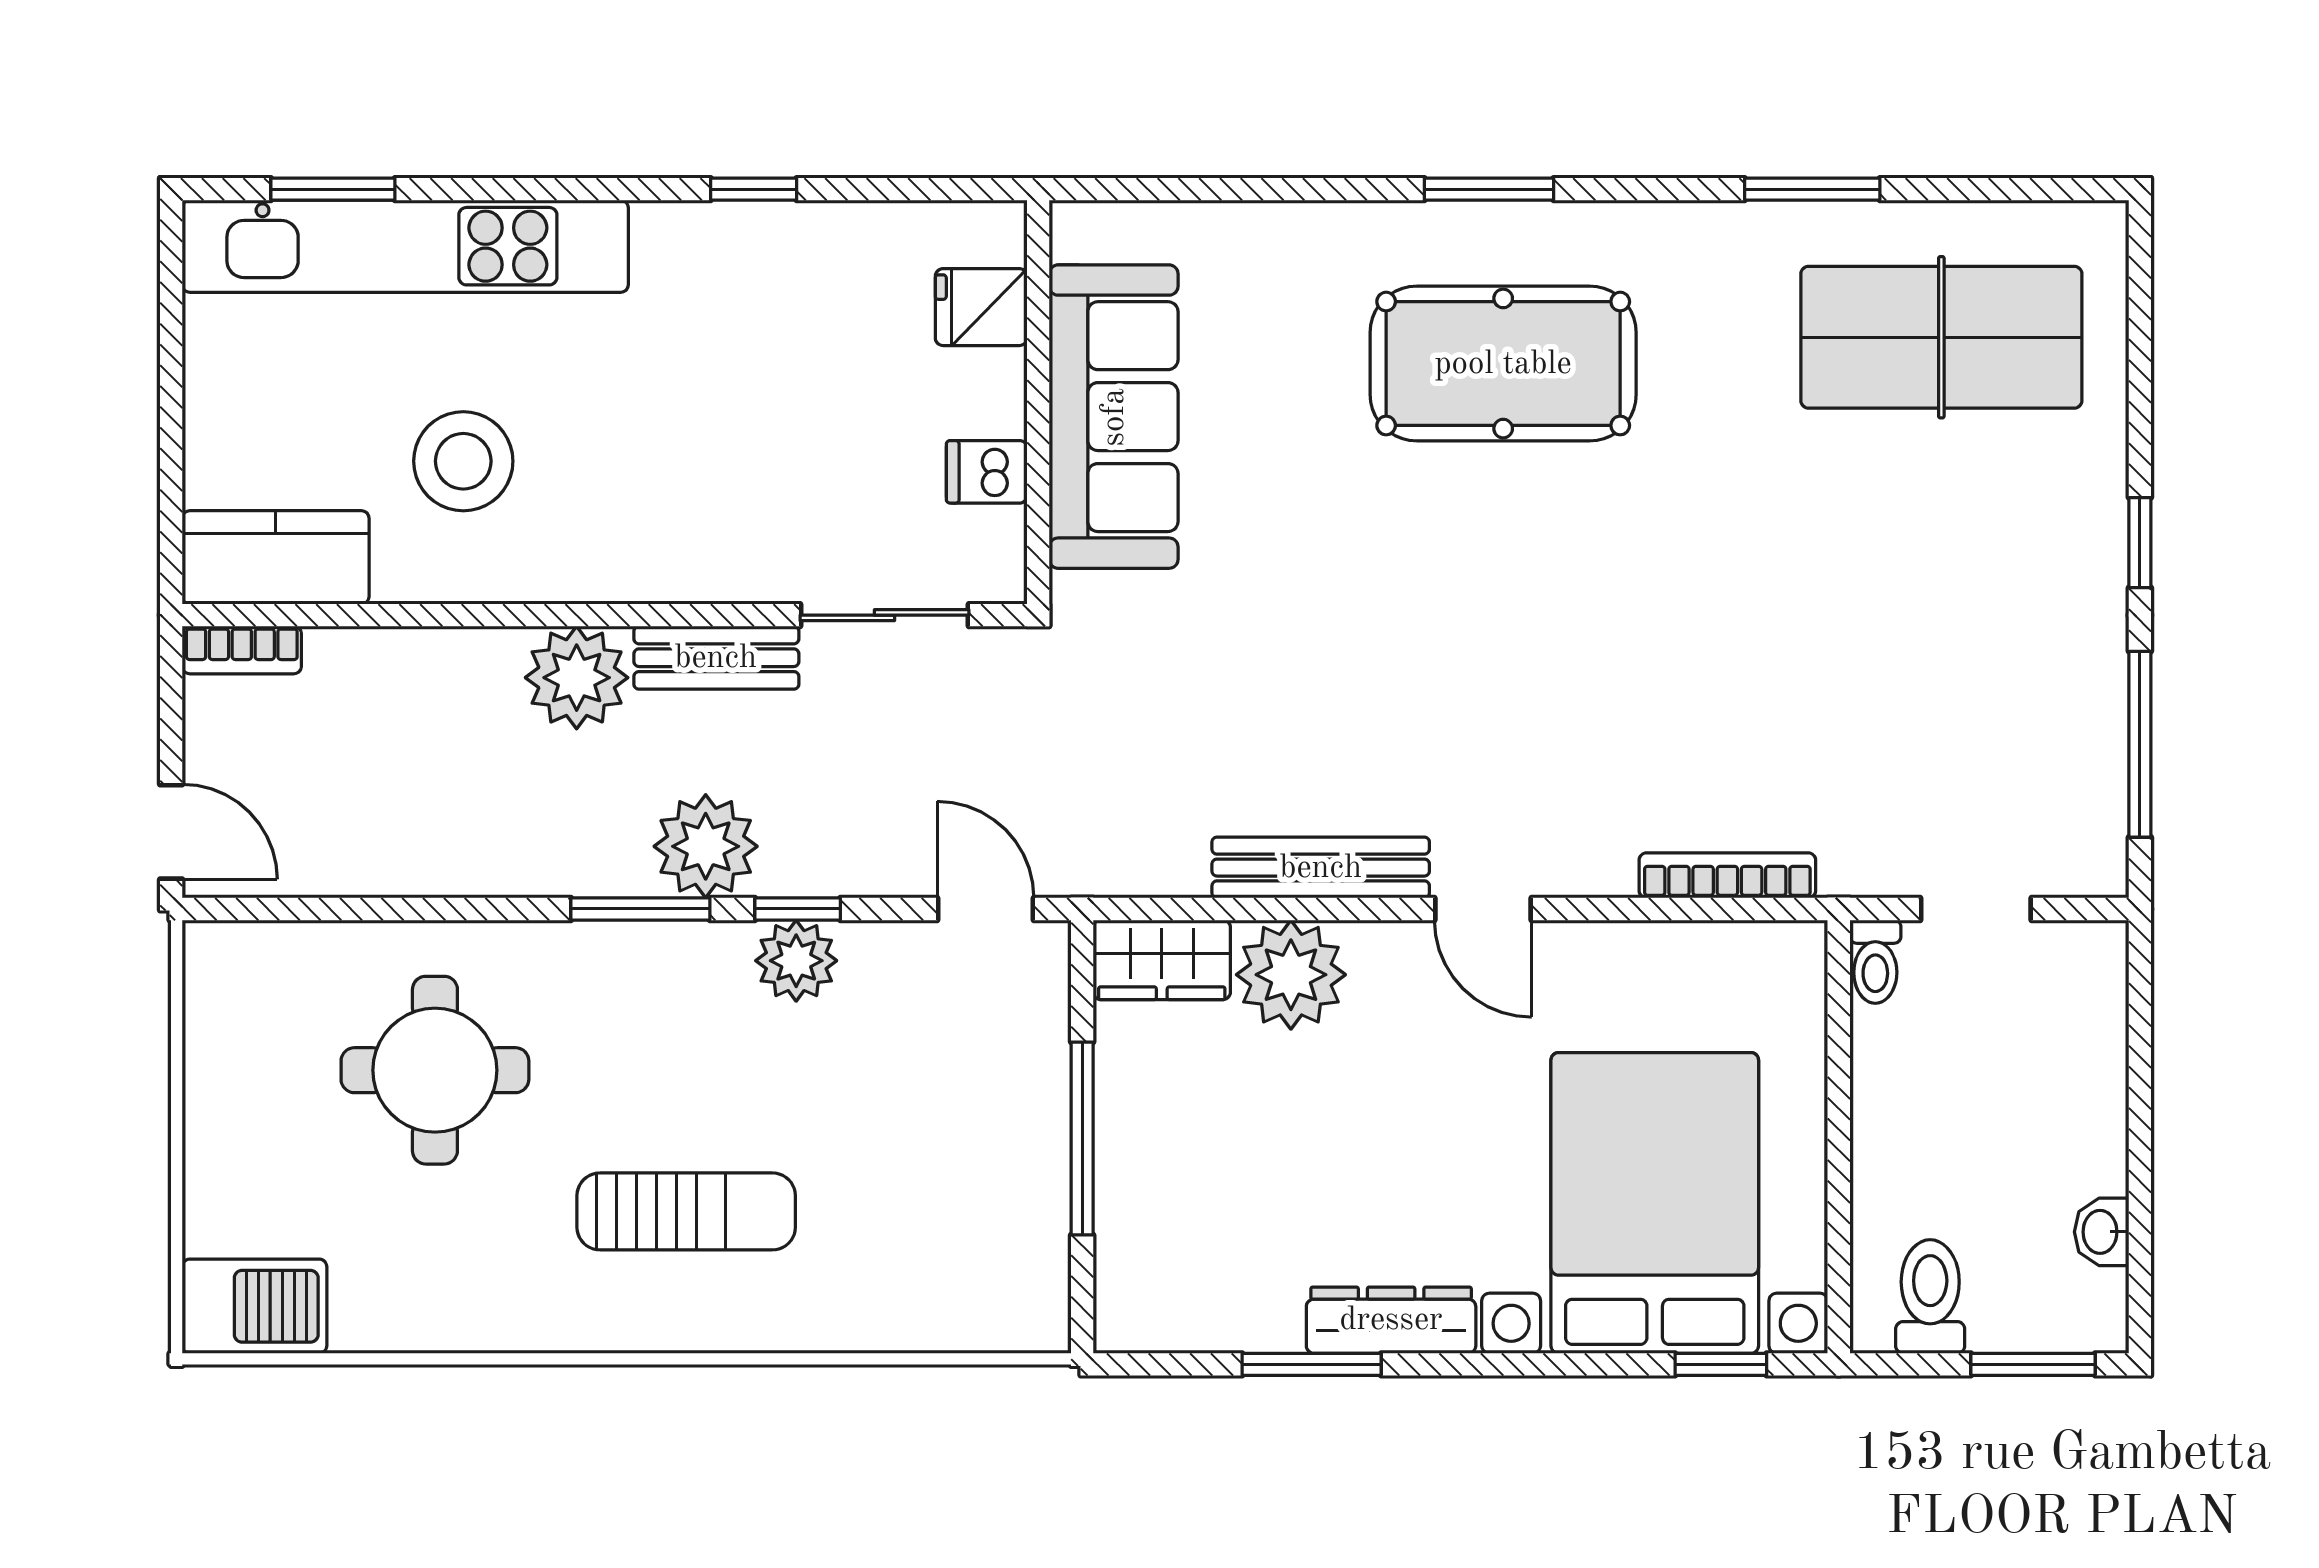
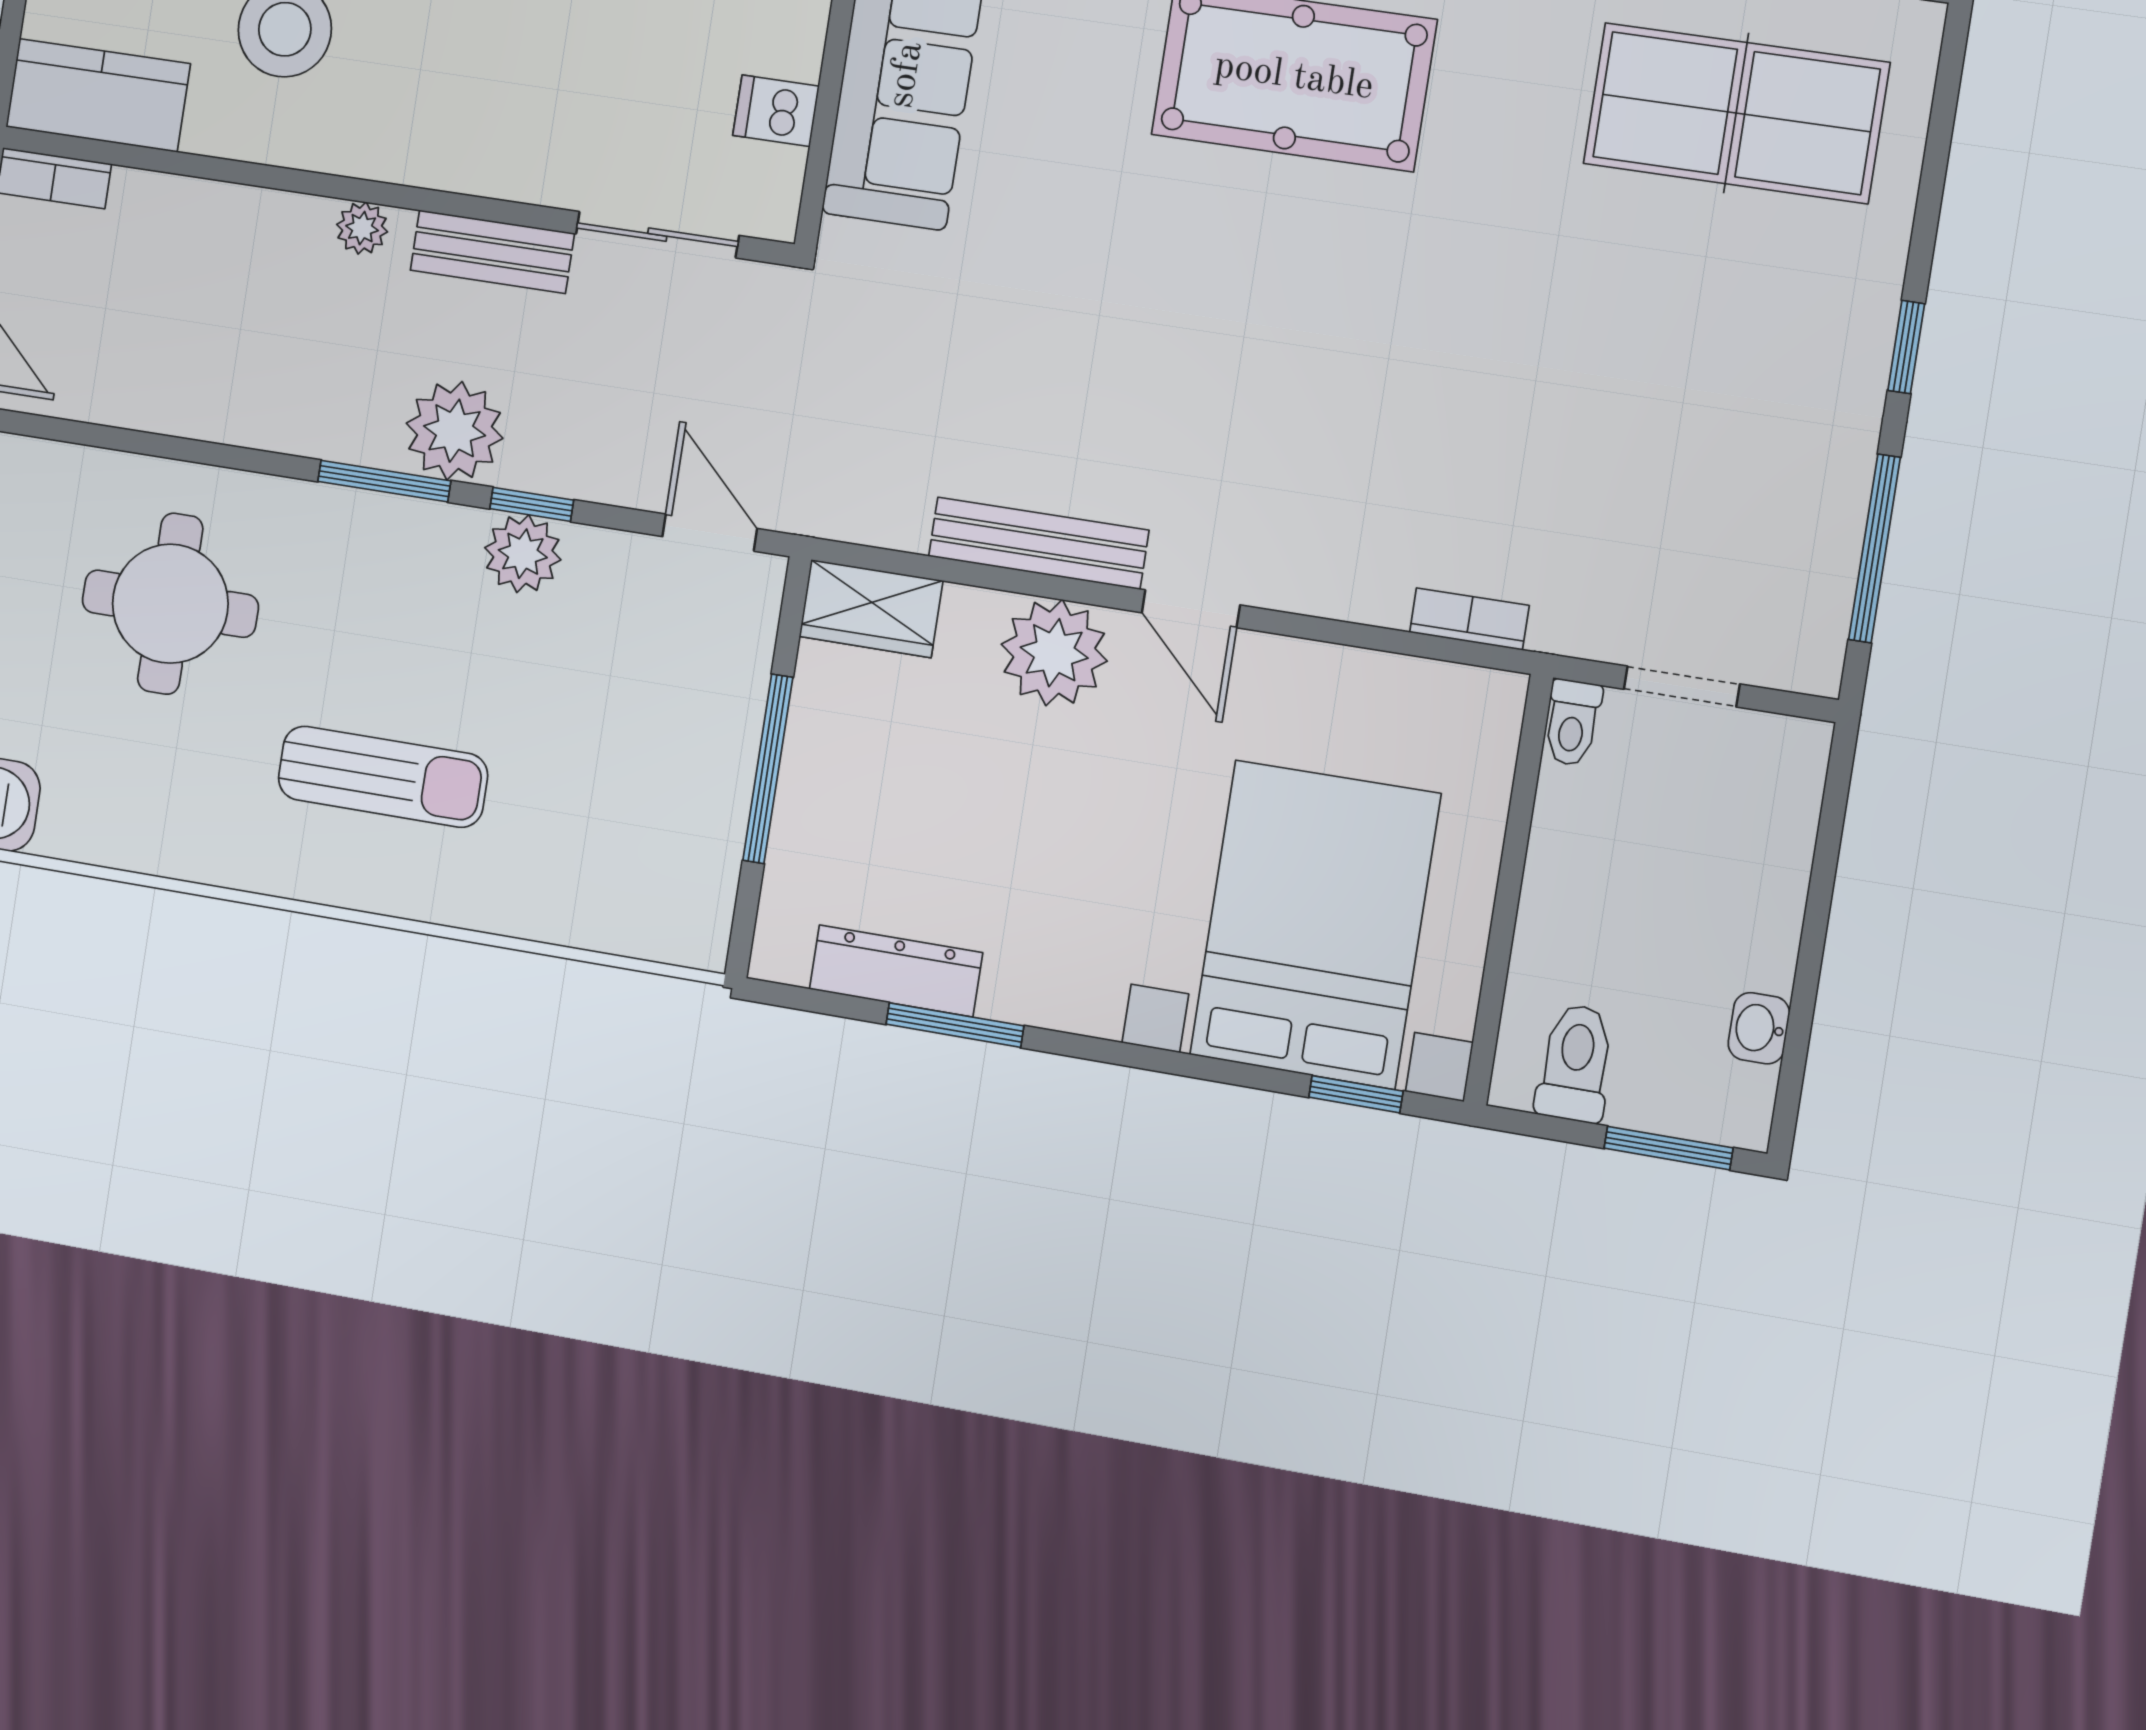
plant: (577, 678) -> (362, 228), width x0.53, depth x0.53
bookcase: (1727, 875) -> (1469, 619), width x0.64
plant: (1291, 975) -> (1054, 653), moved
dresser: (1391, 1320) -> (896, 971), moved

